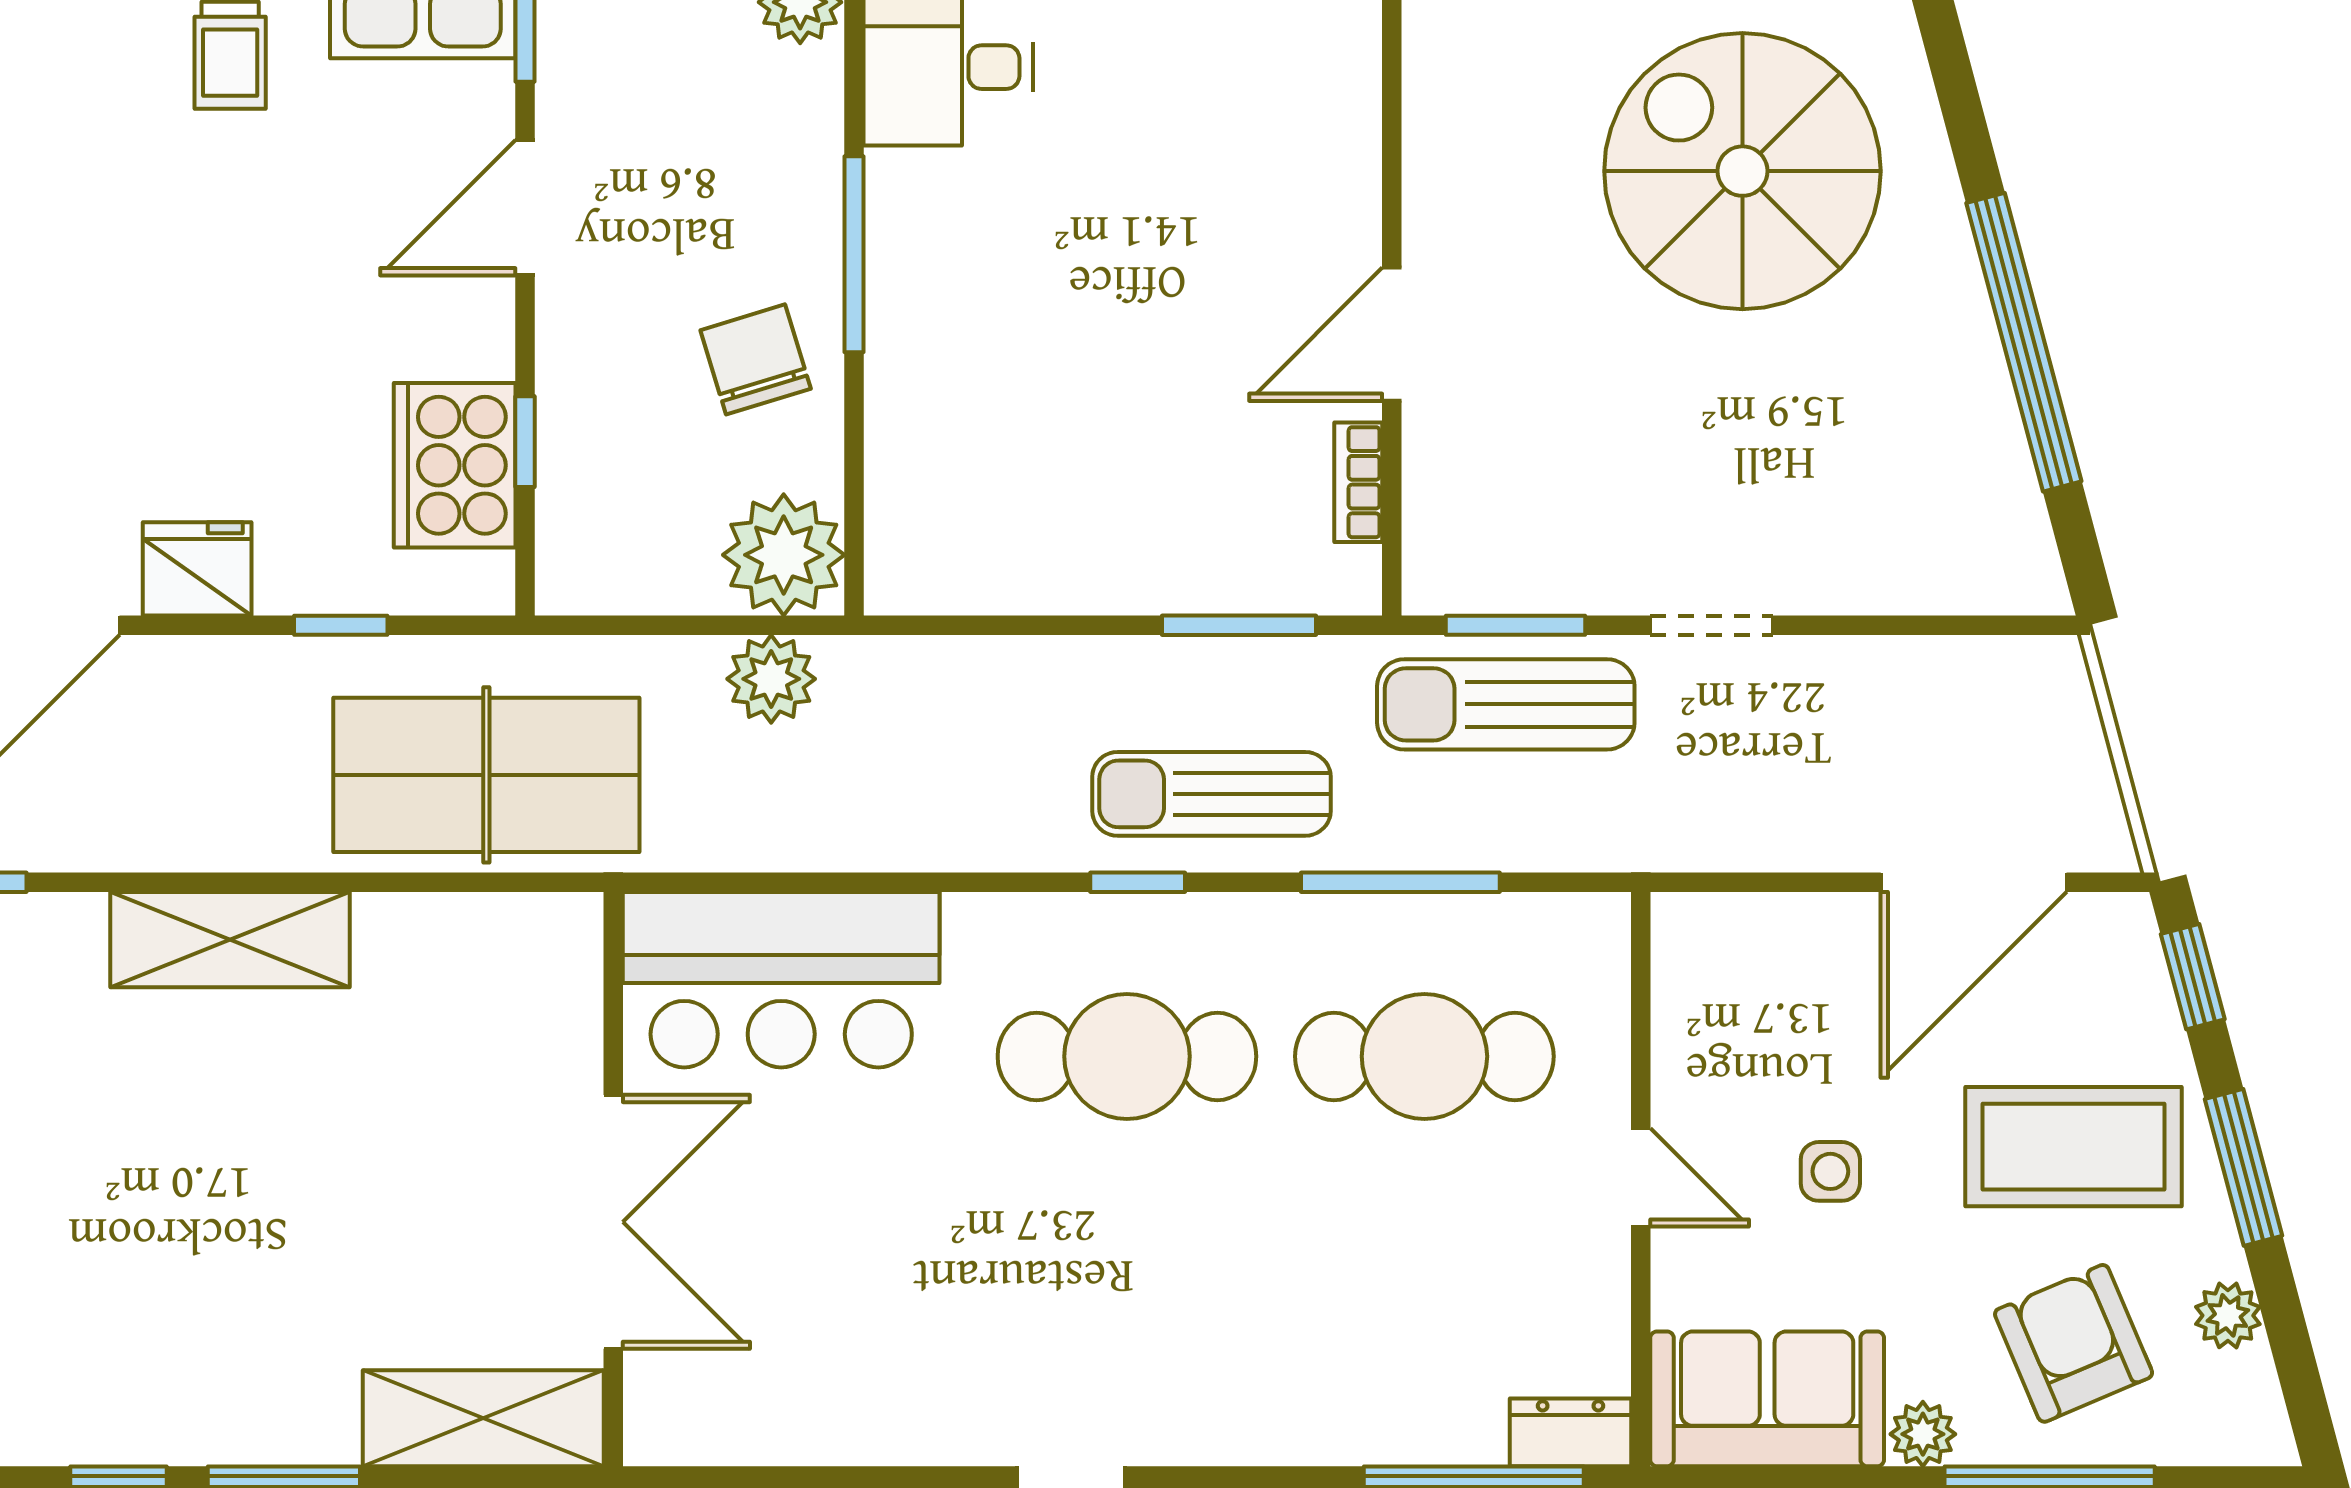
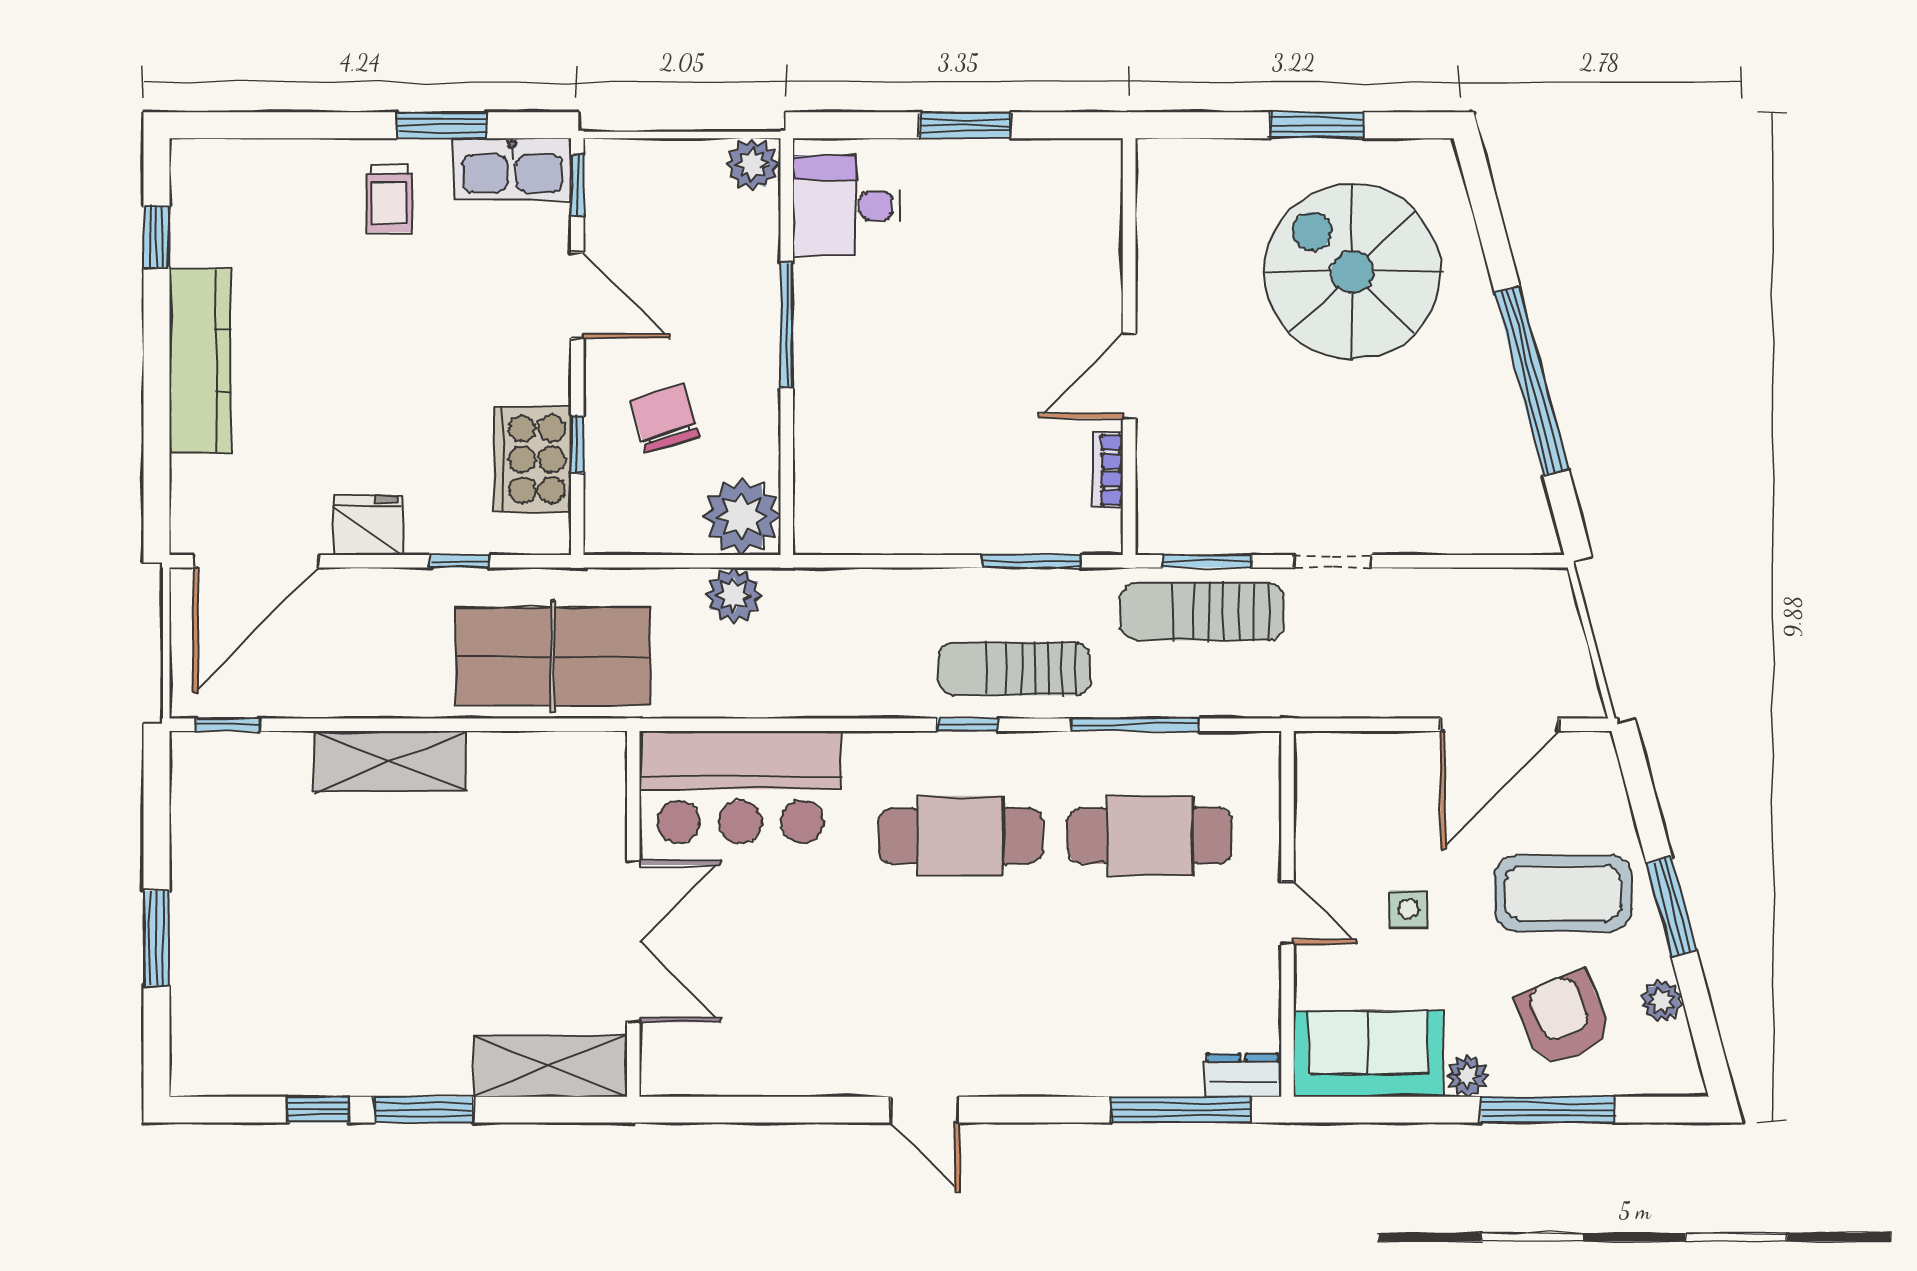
door: (525, 208) -> (577, 295), swing flipped
chair: (756, 359) -> (665, 418), moved
window: (2193, 977) -> (1639, 785), removed

